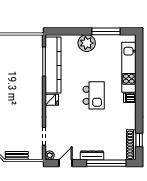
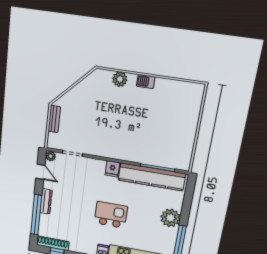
kitchen island: (94, 95) -> (111, 215), turned 180

